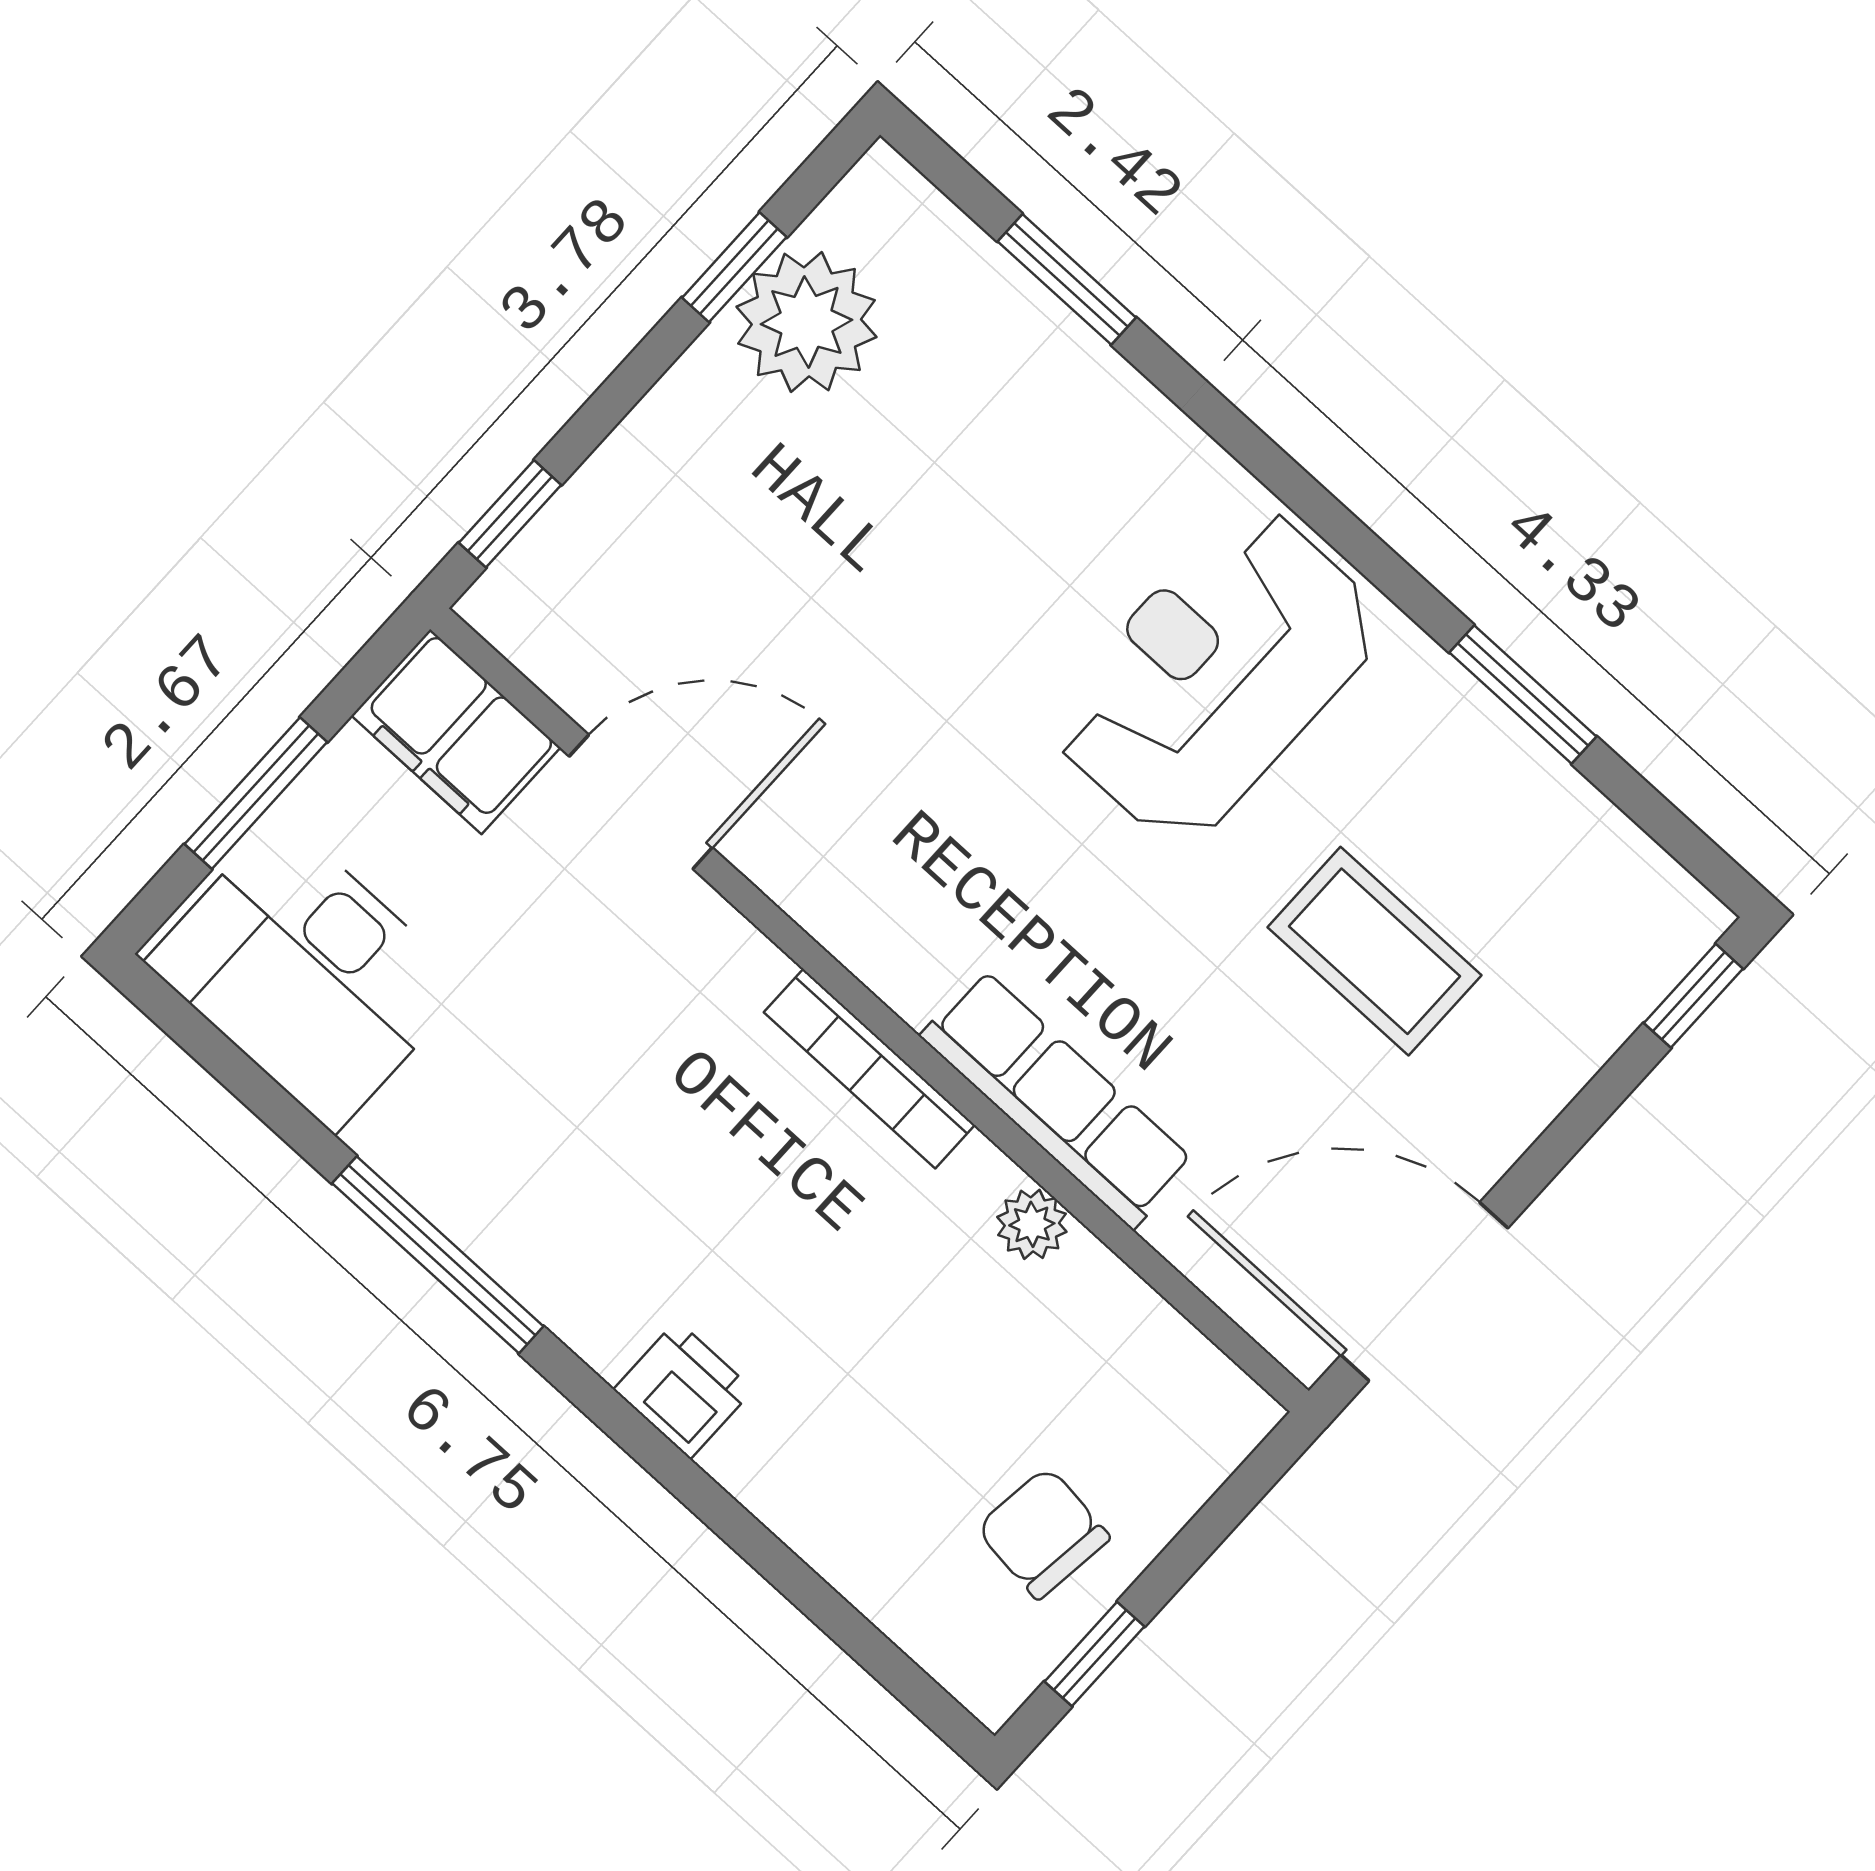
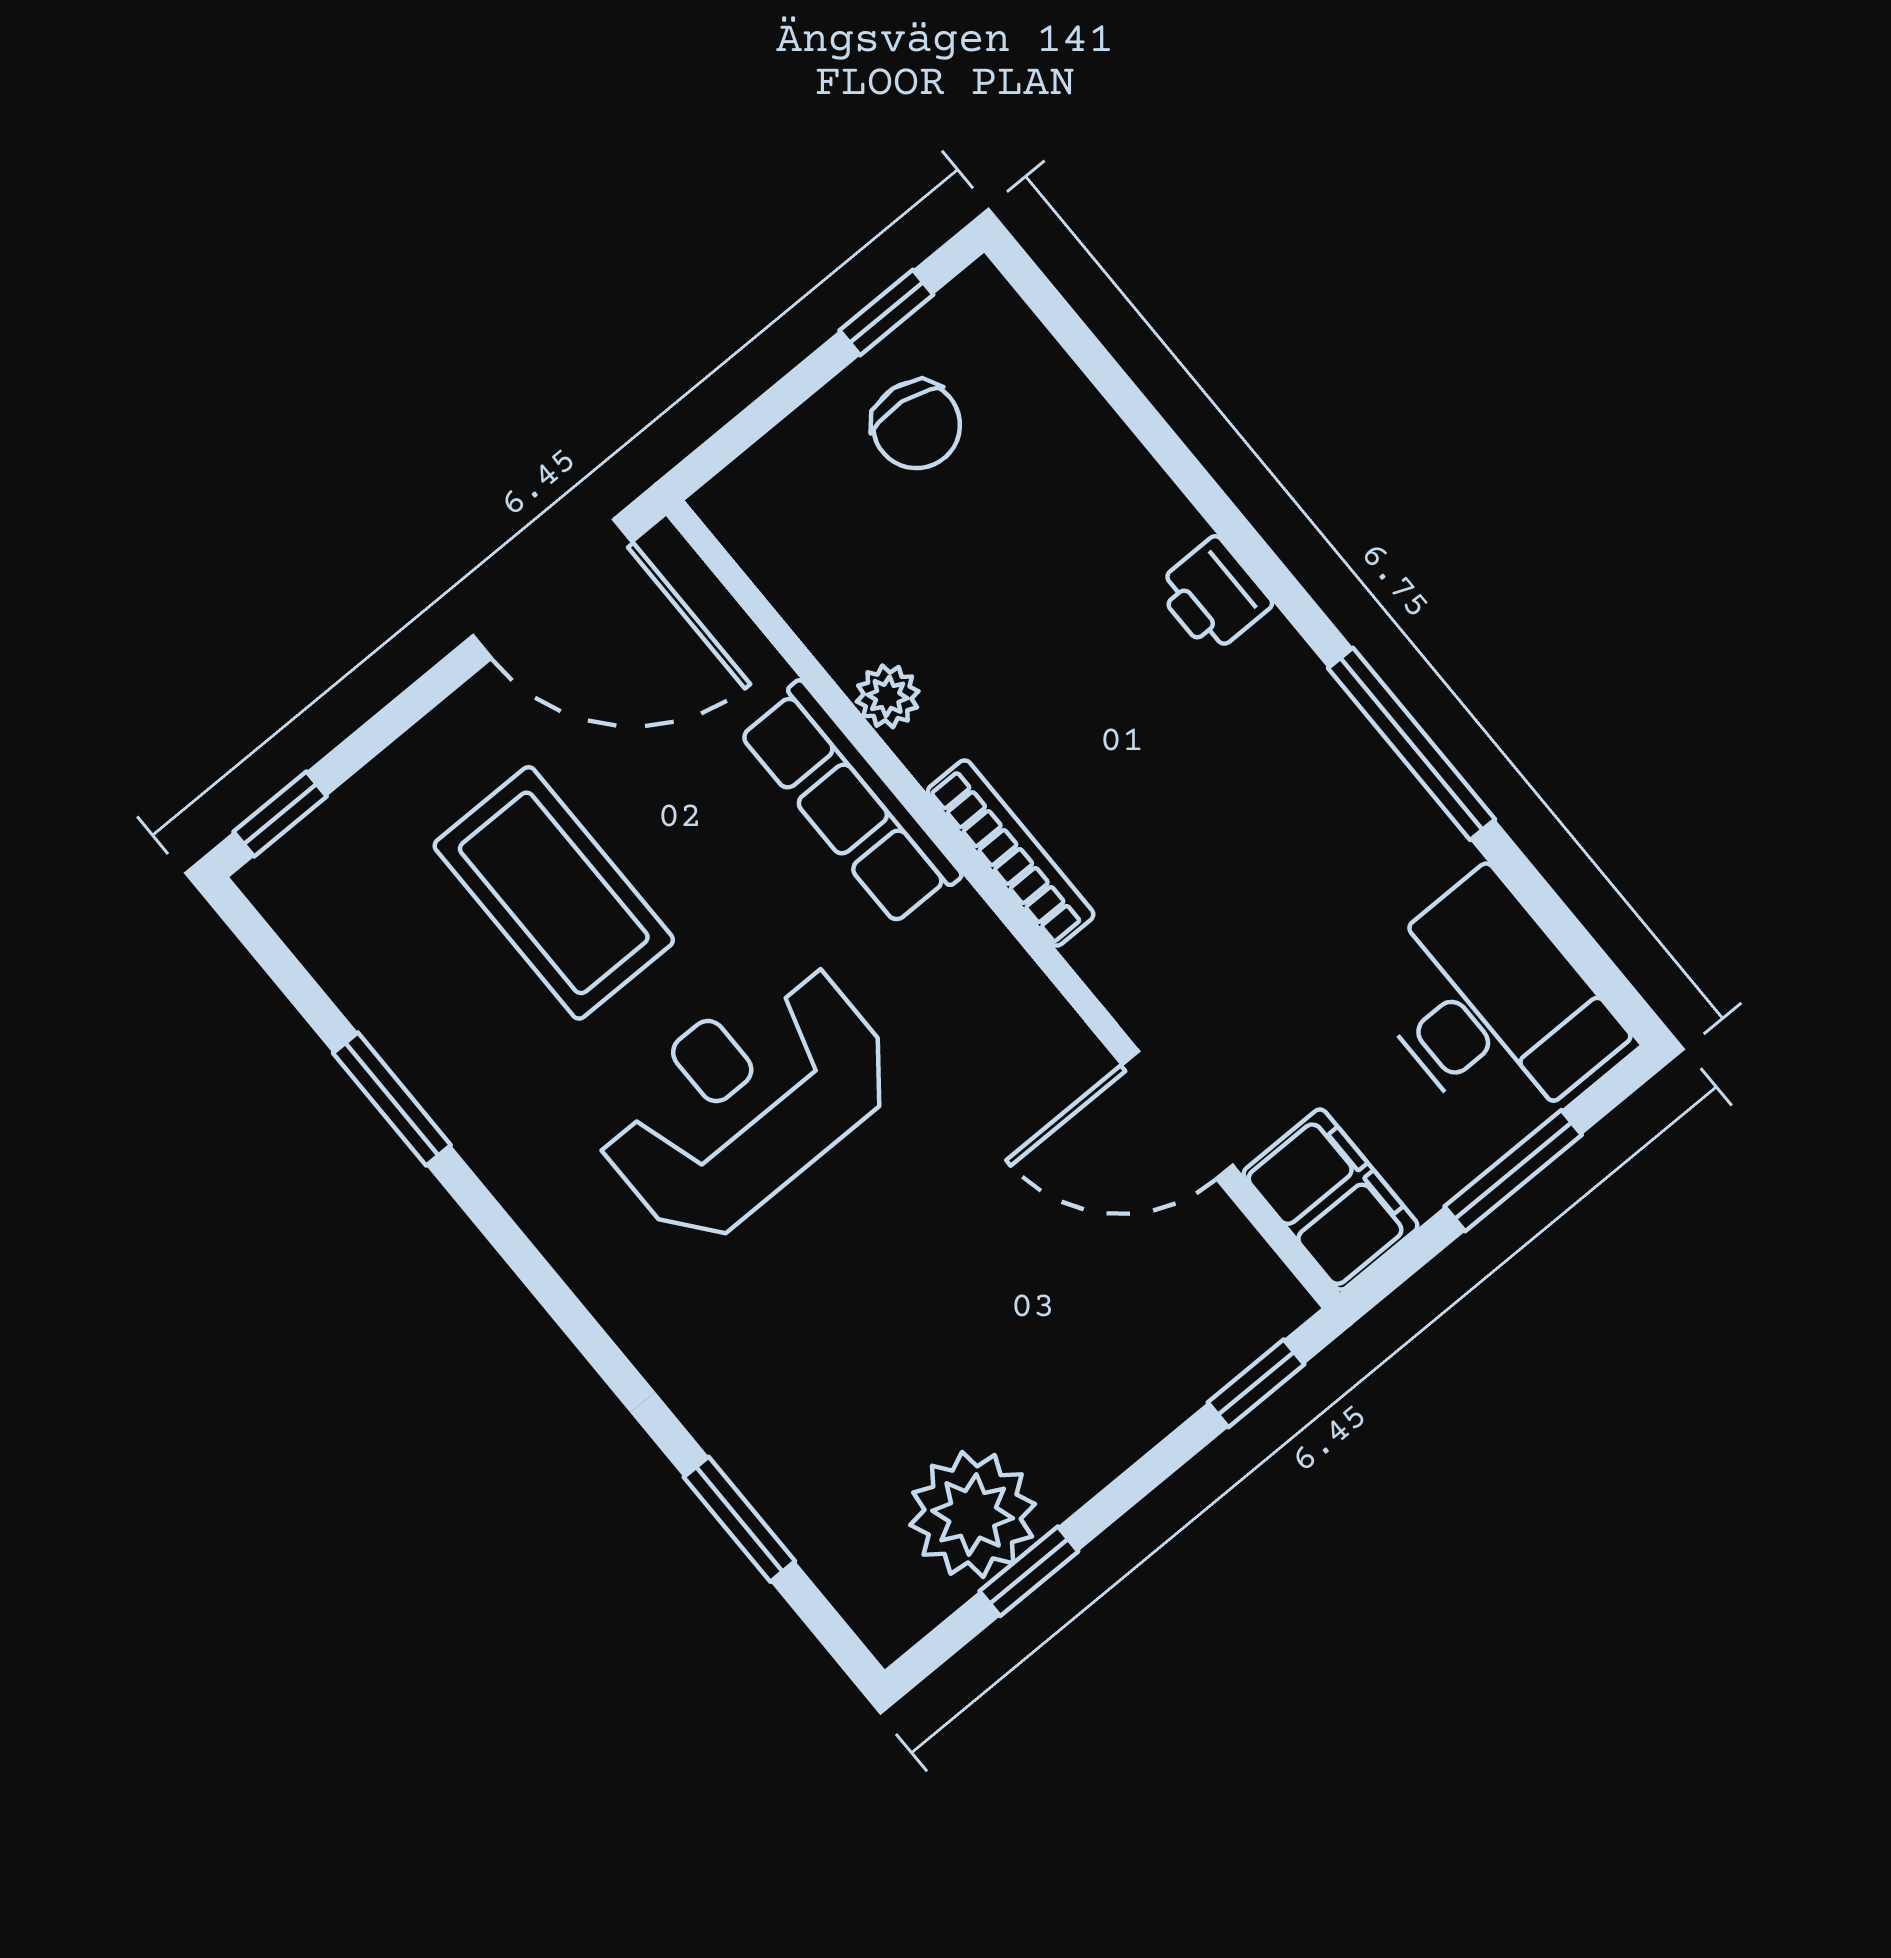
reception desk: (1216, 674) -> (745, 1101), moved, turned 180
coffee table: (1375, 951) -> (554, 893), width x1.36, depth x1.32

